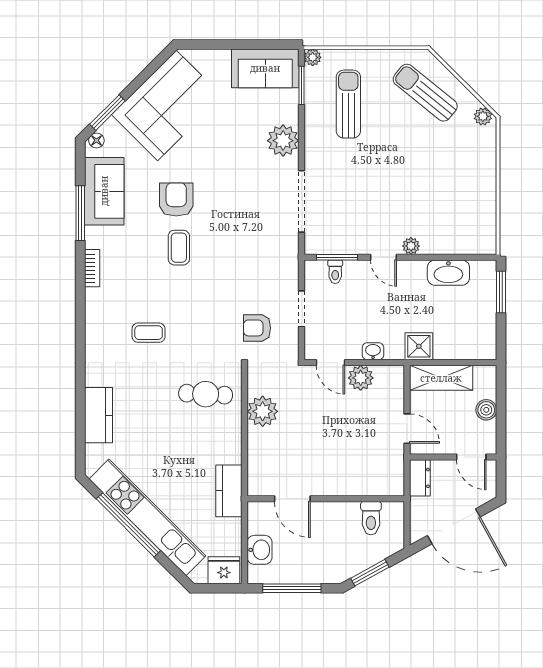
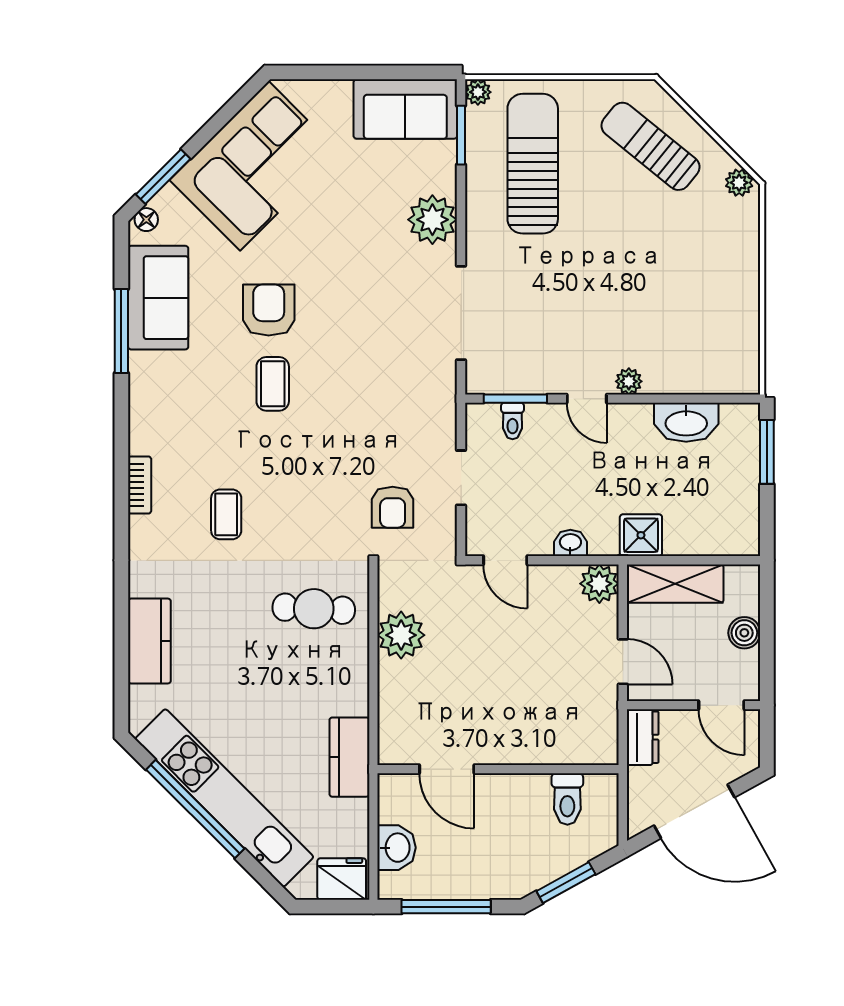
sun lounger: (348, 104) -> (533, 164), width x1.36, depth x1.34
bookcase: (92, 268) -> (140, 485), moved
armchair: (257, 328) -> (393, 507), turned -90
coffee table: (149, 333) -> (226, 514), turned 90
plant: (361, 378) -> (599, 584), moved

